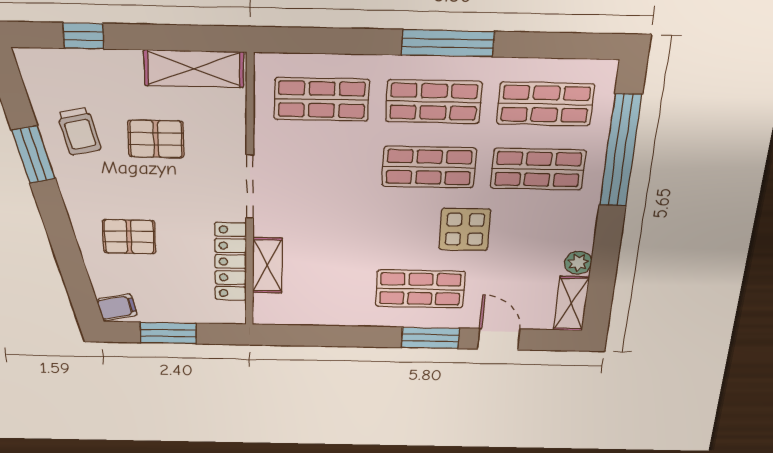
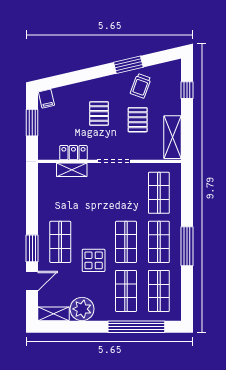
trolley: (79, 131) -> (141, 86), turned -57
pallet: (129, 237) -> (99, 114), moved
locker: (231, 262) -> (73, 153), width x0.66
plant: (578, 263) -> (82, 309), width x1.88, depth x1.88

